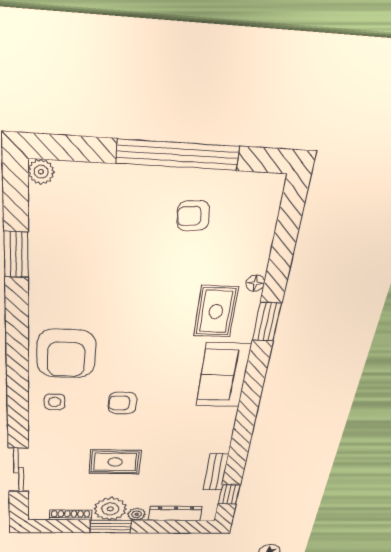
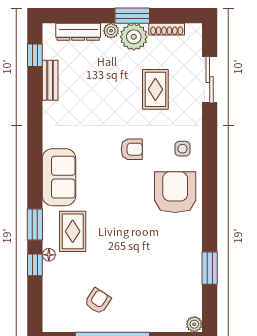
armchair: (193, 216) -> (98, 301), turned -51
window: (278, 271) -> (35, 265), added
rug: (115, 462) -> (155, 89), moved, turned 90

